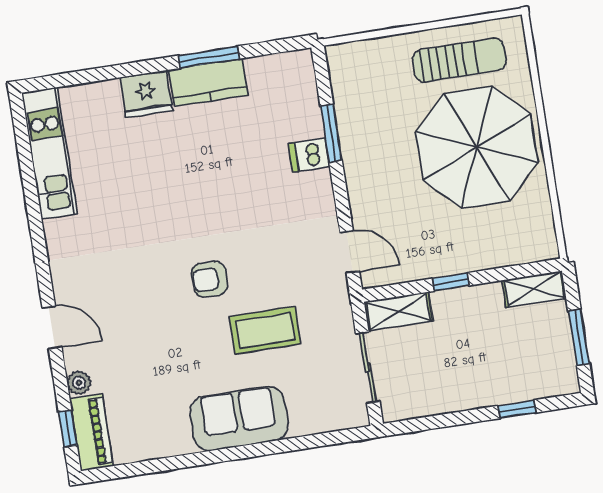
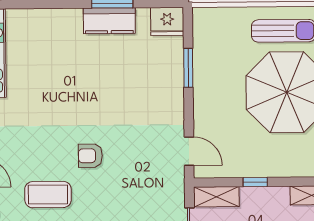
fridge: (146, 94) -> (167, 21), moved
dishwasher: (309, 155) -> (171, 81), removed
coffee table: (265, 330) -> (48, 195), moved

